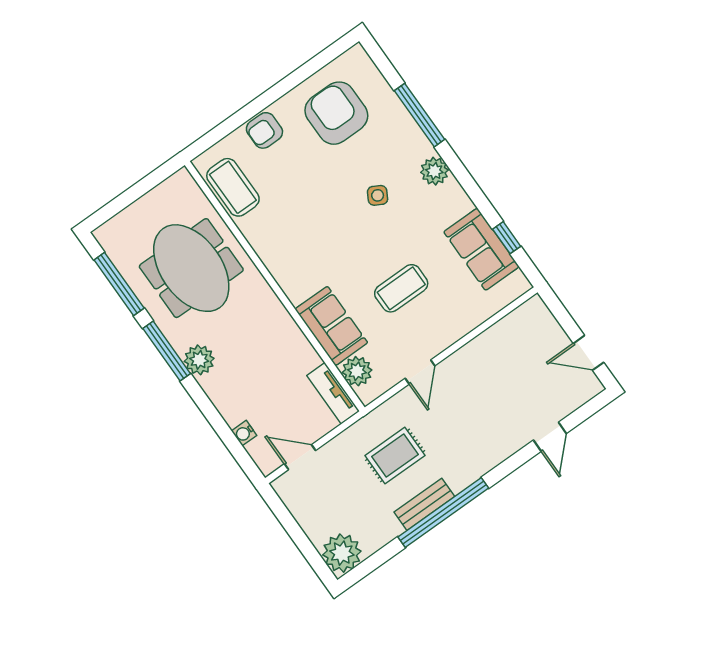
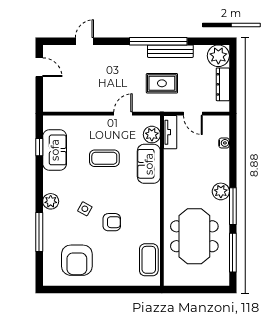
armchair: (264, 130) -> (112, 222), moved
door: (300, 457) -> (193, 114), moved
bench: (424, 504) -> (170, 51), width x1.36
dresser: (306, 516) -> (223, 84), added

